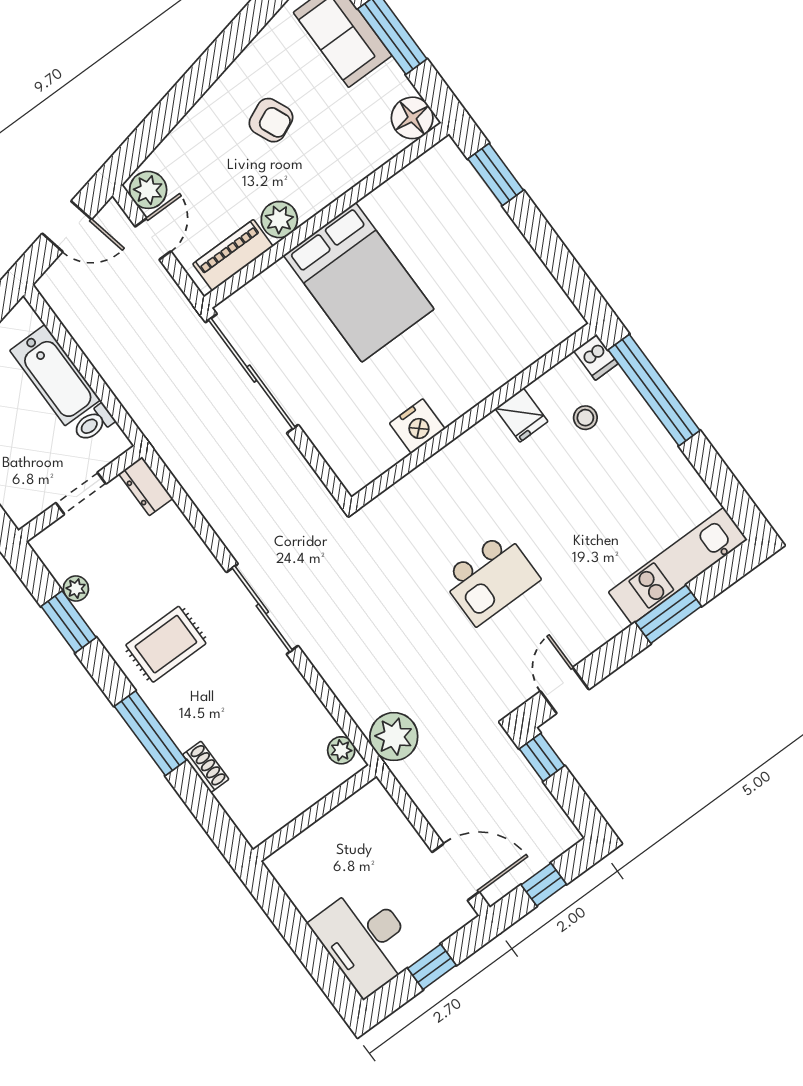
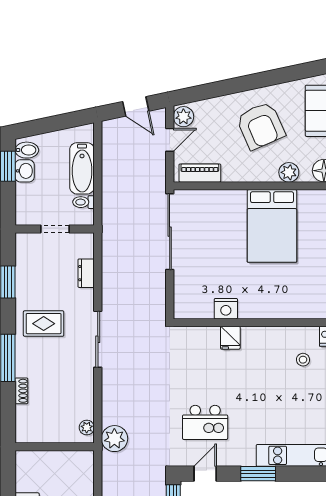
armchair: (271, 120) -> (261, 126), width x1.88, depth x1.88
plant: (279, 220) -> (289, 172), moved
bed: (359, 282) -> (272, 226), moved
fridge: (522, 415) -> (230, 338), moved
dresser: (146, 486) -> (86, 273), moved
kitchen island: (490, 578) -> (205, 422), moved
plant: (76, 588) -> (22, 270), removed
window: (668, 614) -> (258, 474), moved

